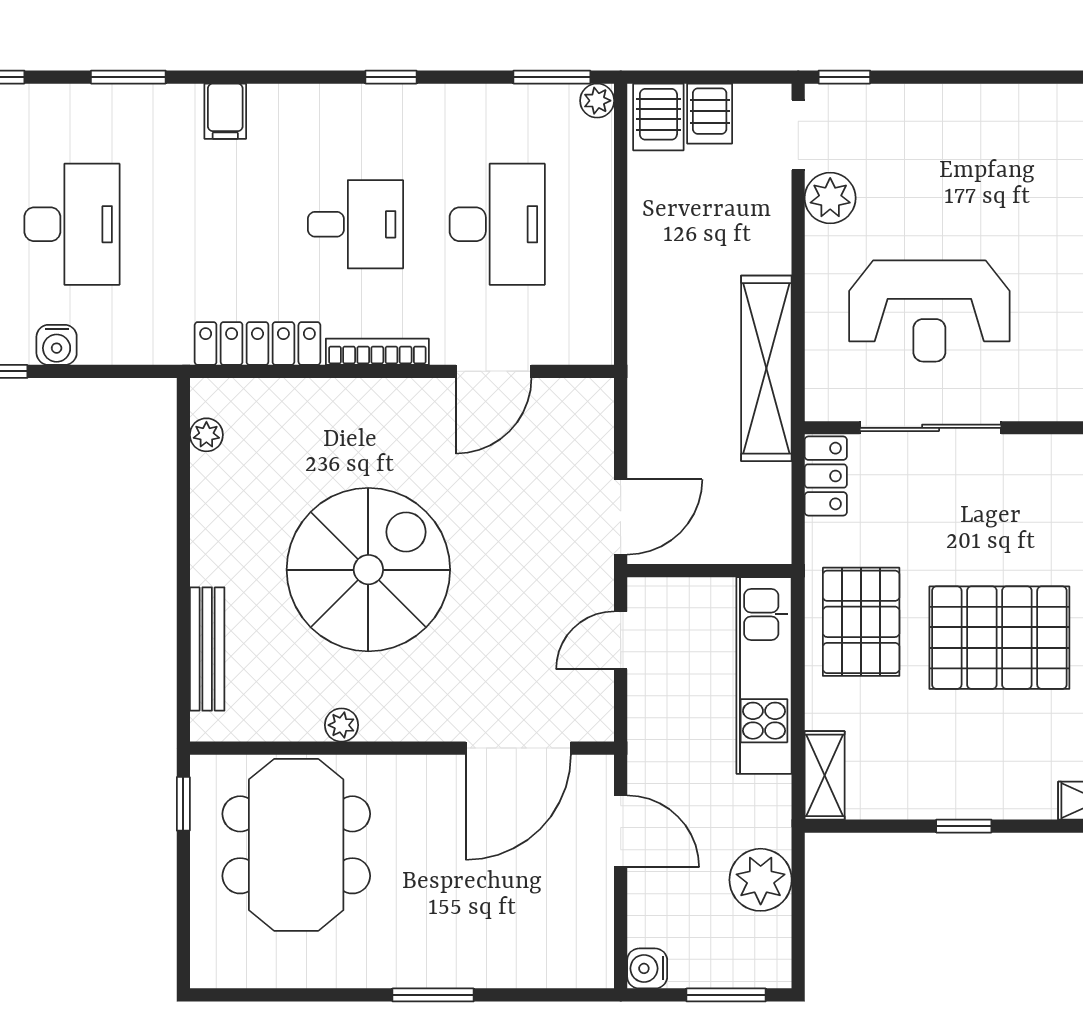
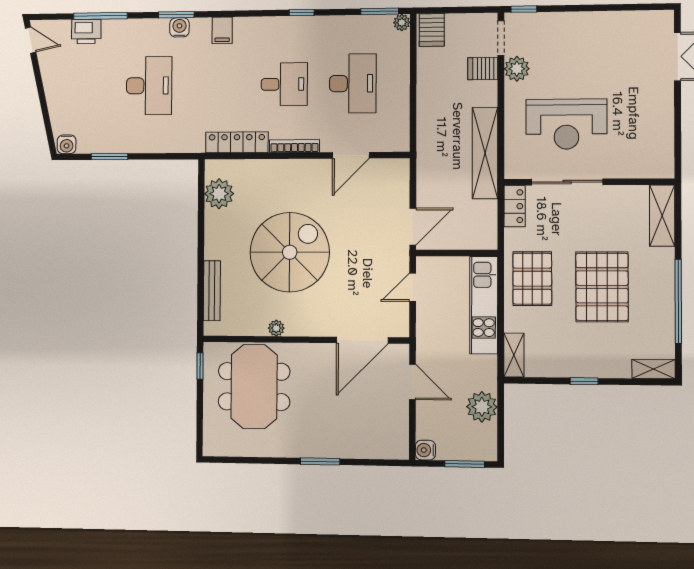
server rack: (710, 114) -> (483, 69), moved, turned 90
water cooler: (57, 345) -> (179, 27), moved, turned 180
plant: (206, 435) -> (219, 194), width x1.87, depth x1.87
pallet: (999, 638) -> (602, 287), turned 90

